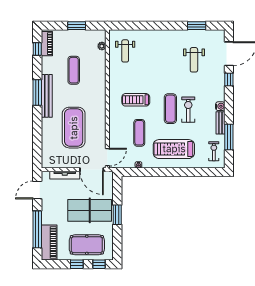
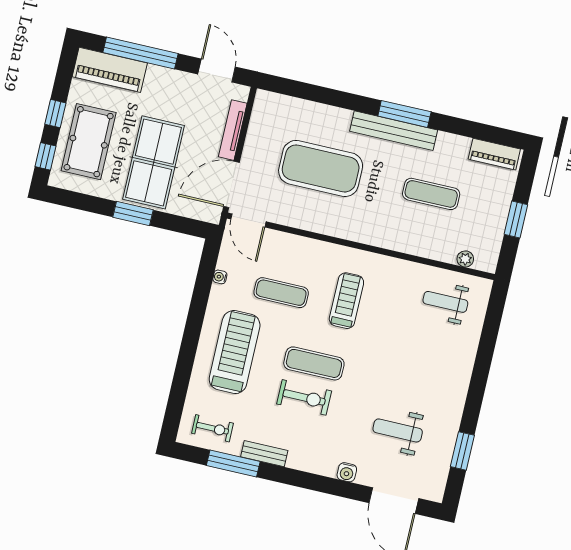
window: (37, 49) -> (488, 133), removed
window: (229, 79) -> (344, 489), removed
water cooler: (220, 106) -> (347, 472), moved

